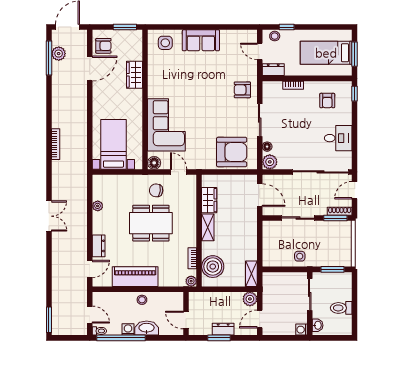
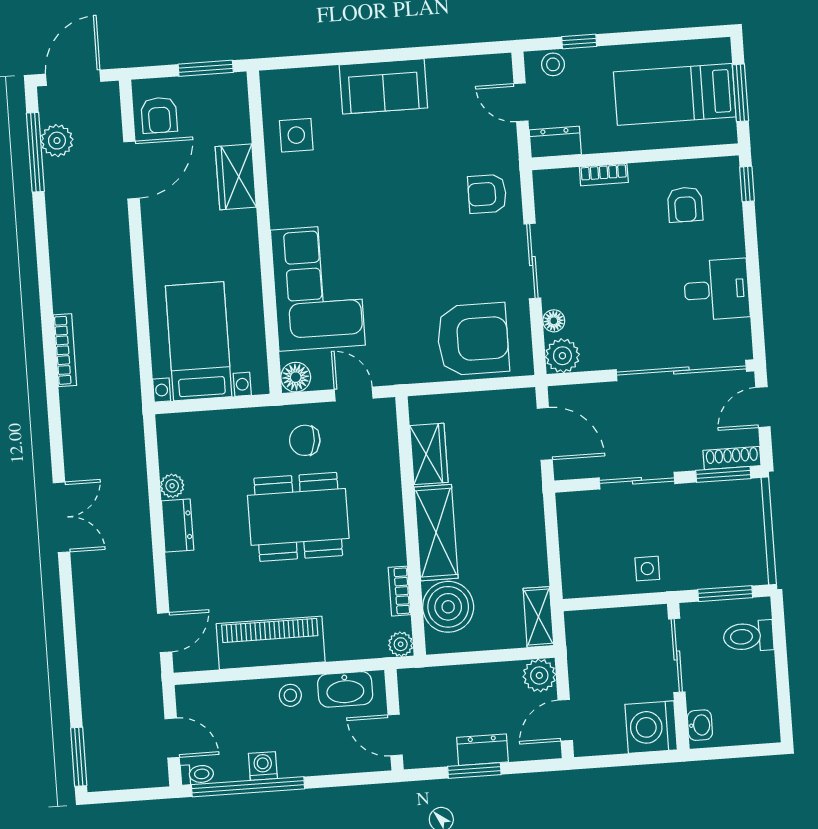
side table: (165, 43) -> (296, 135), moved
armchair: (103, 46) -> (159, 115), turned 90
shelving: (208, 227) -> (436, 533), width x1.50, depth x1.33
dresser: (99, 246) -> (178, 526), moved
toilet: (341, 308) -> (748, 636), moved
washbasin: (147, 328) -> (345, 689), moved, turned 180
washing machine: (301, 330) -> (651, 727), width x1.89, depth x1.89

